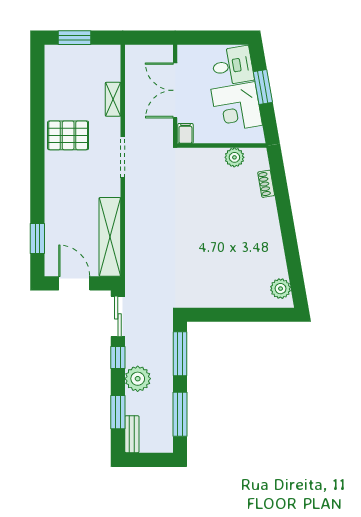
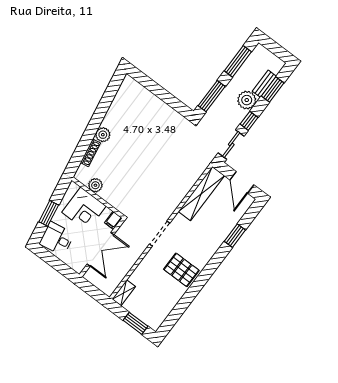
shelving: (113, 99) -> (124, 293), moved
corner desk: (237, 107) -> (84, 209), moved, turned 100
shoe rack: (266, 184) -> (90, 153), width x1.43
window: (37, 239) -> (235, 236), moved
plant: (281, 289) -> (103, 135), moved
bench: (132, 434) -> (264, 84), moved

